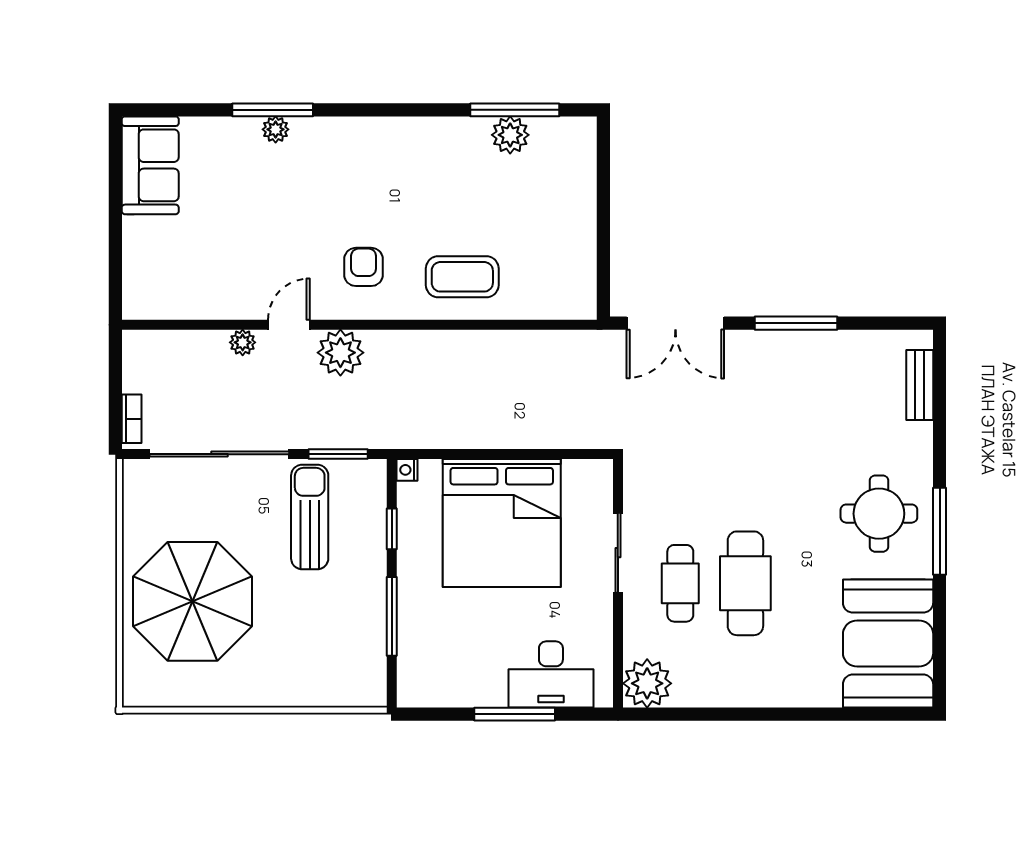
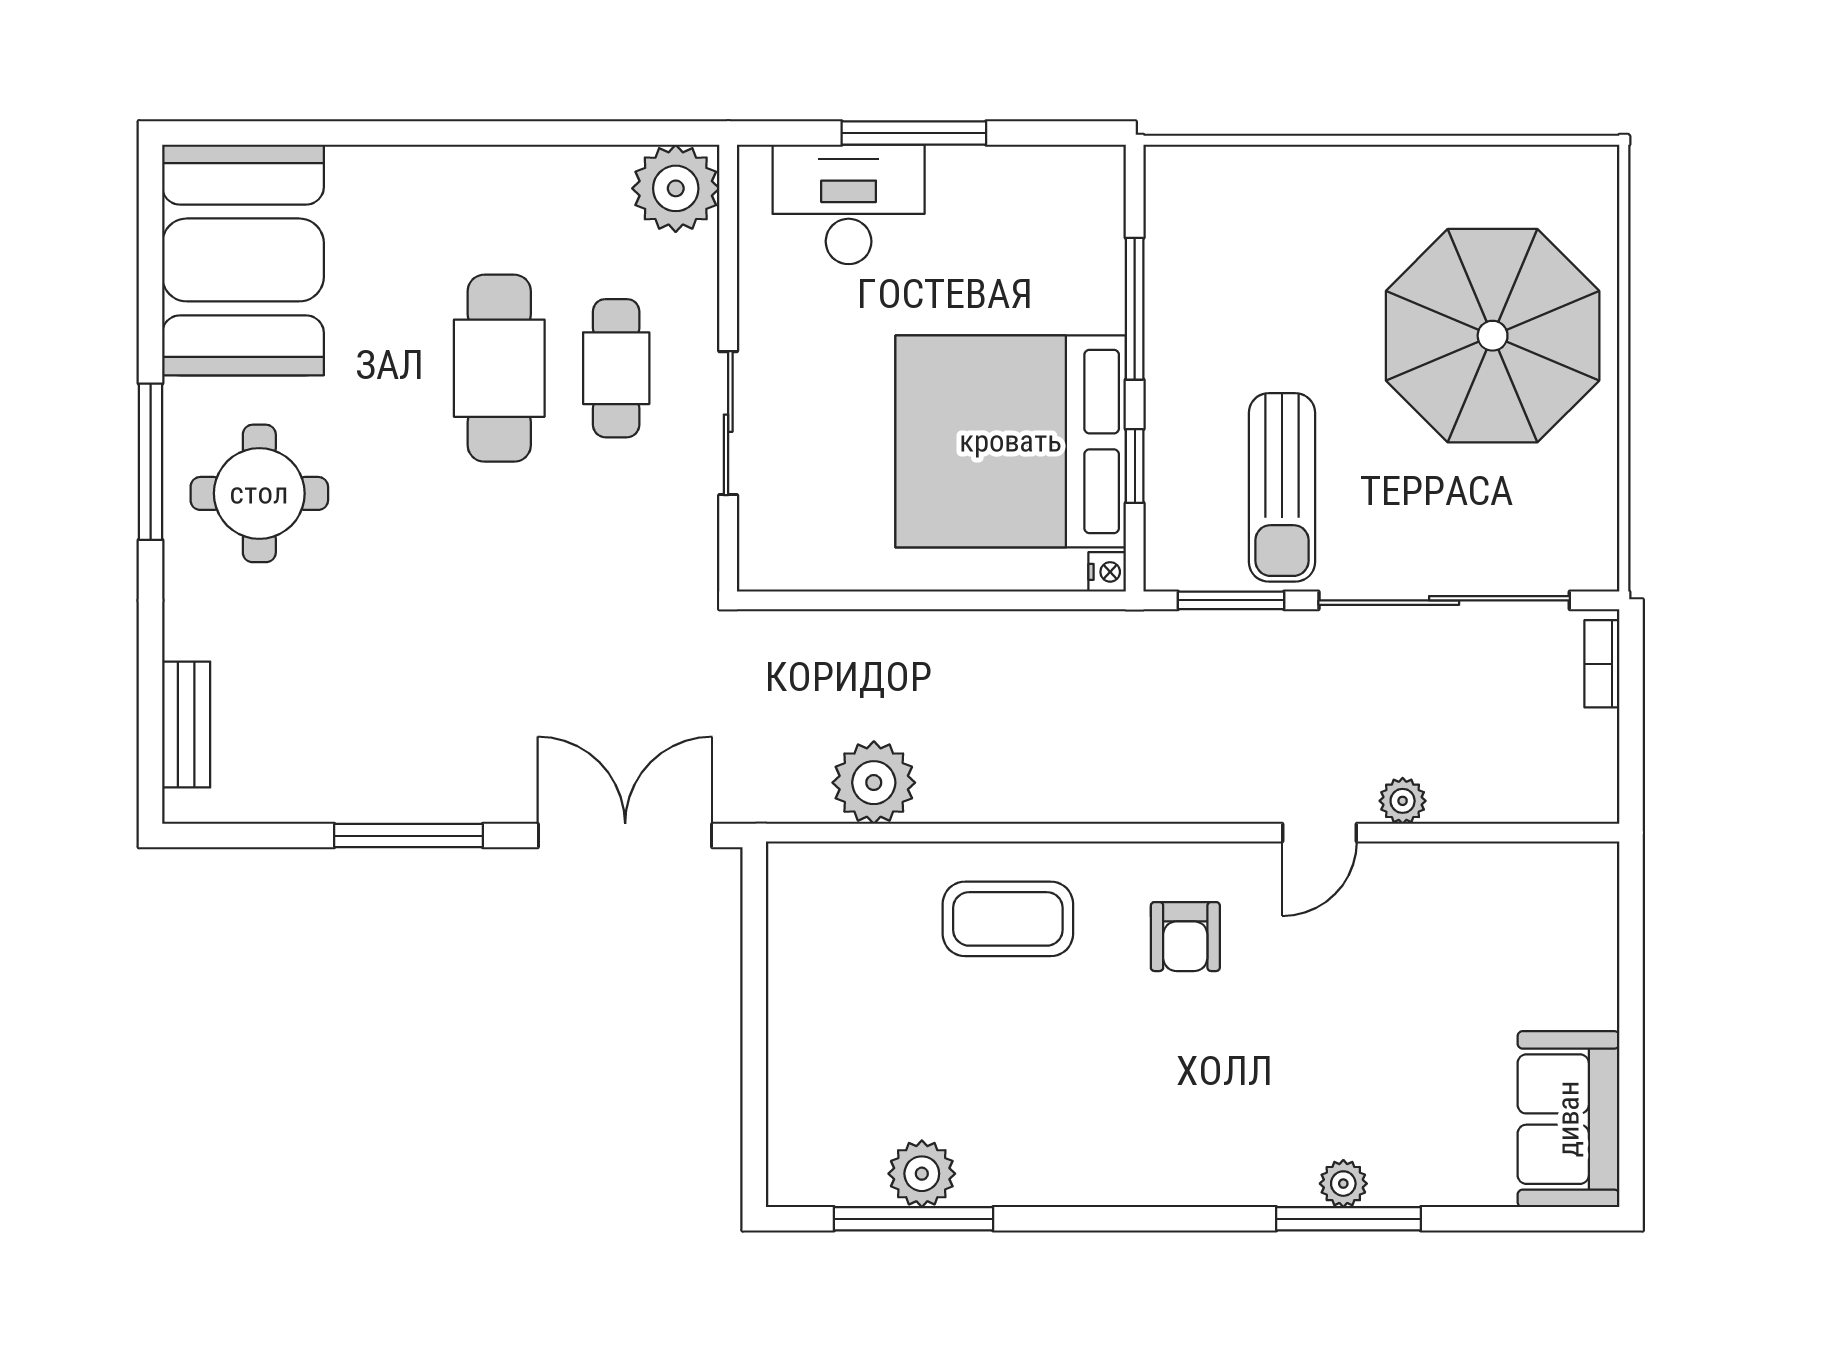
plant: (340, 353) -> (874, 783), moved
bed: (502, 523) -> (1011, 441), moved, turned -90

